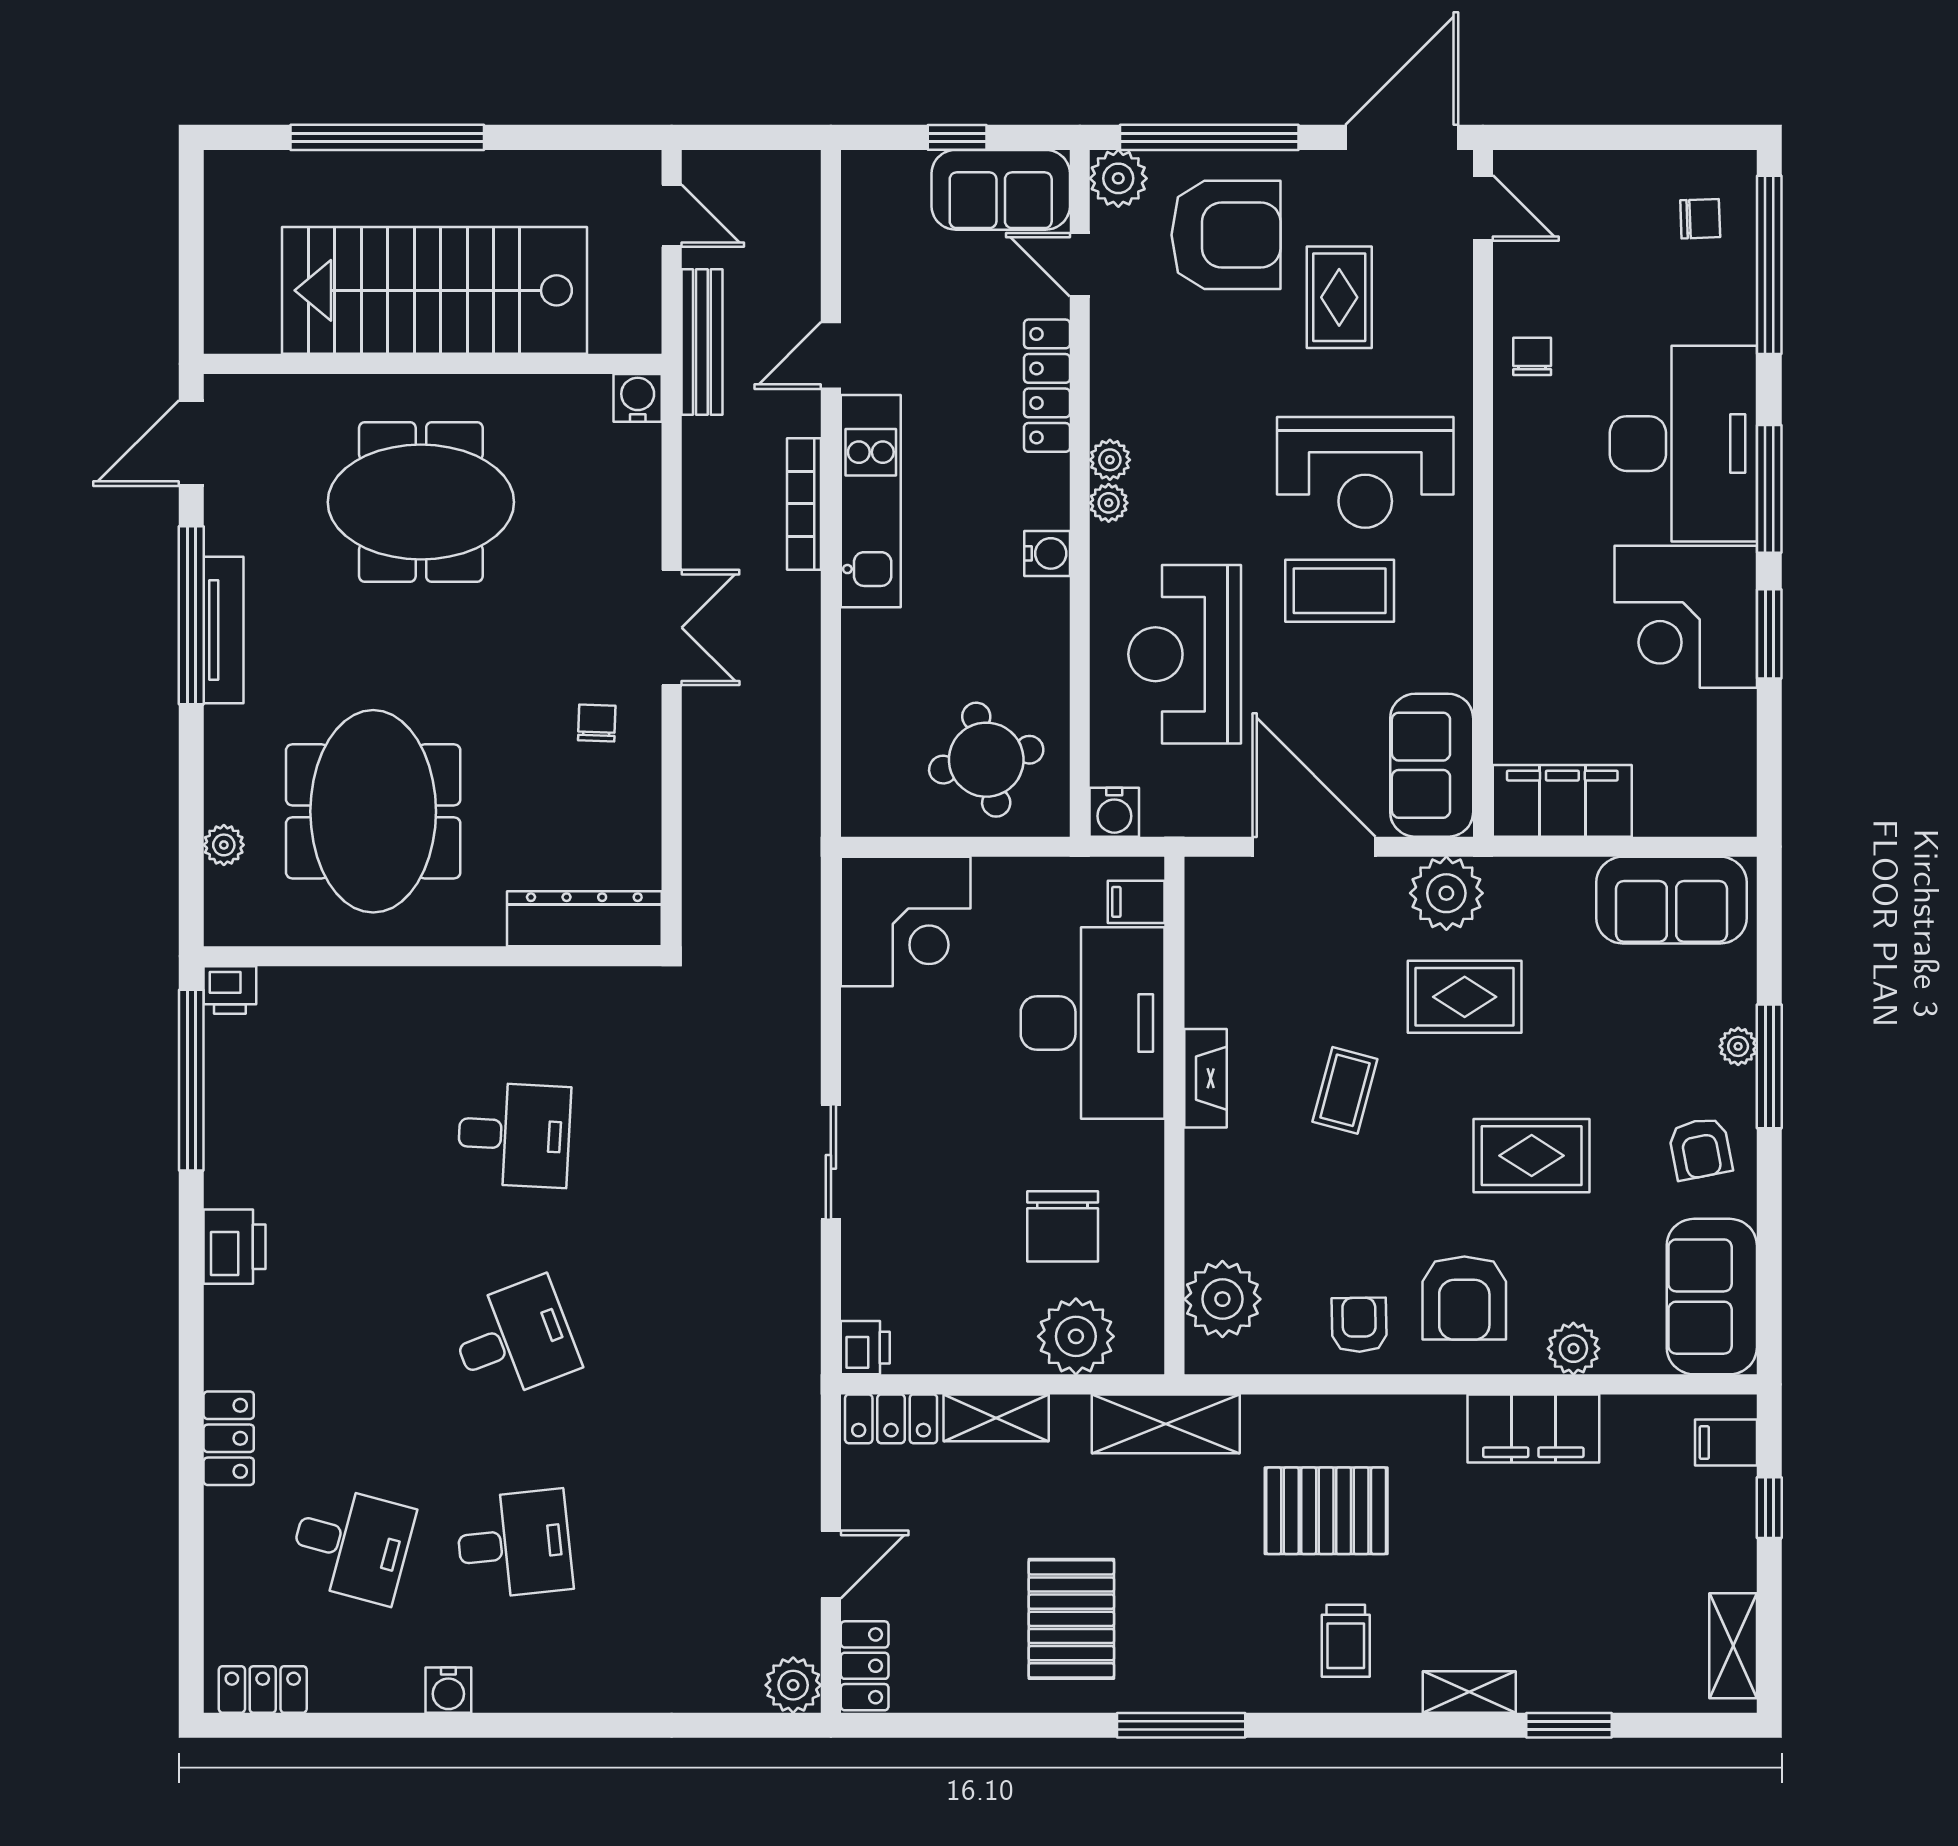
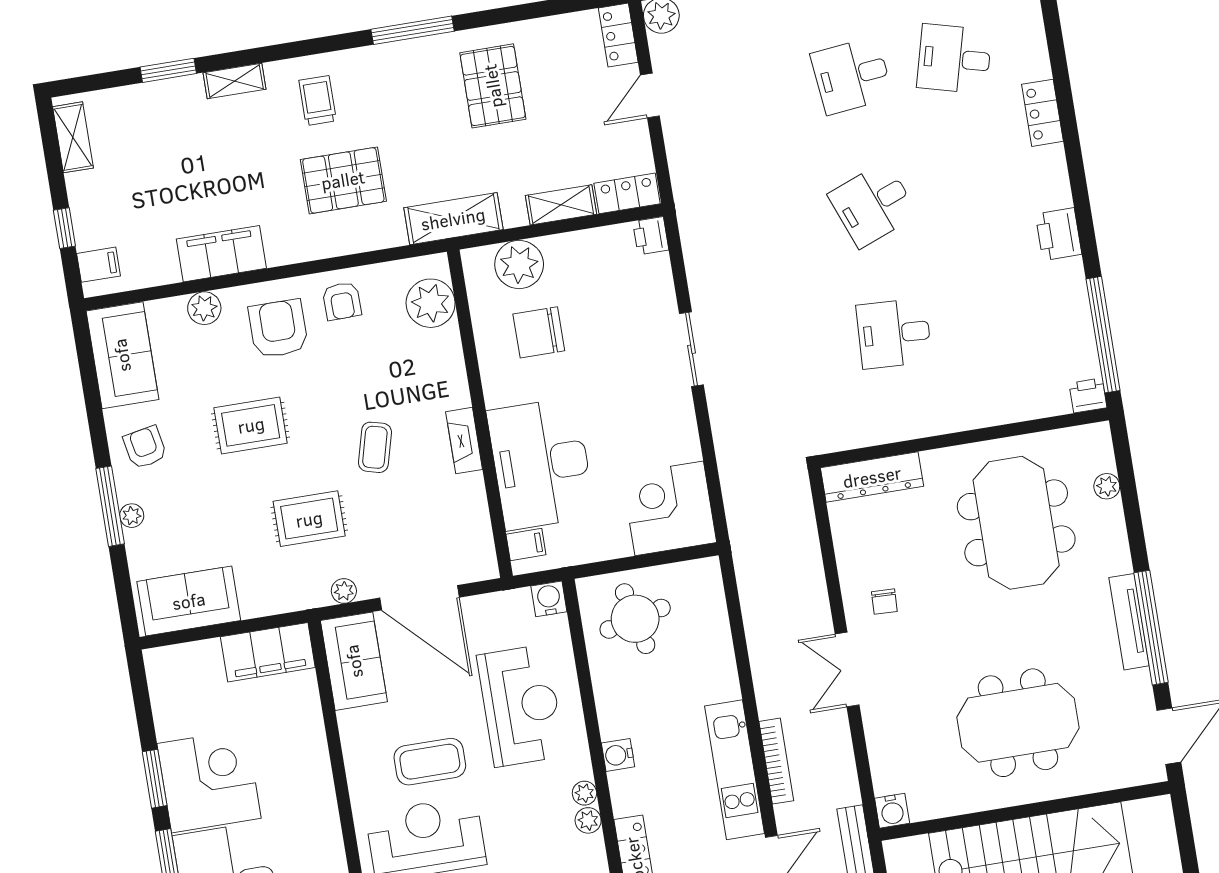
plant: (1446, 893) -> (344, 591), width x0.53, depth x0.53
chair: (1063, 1226) -> (539, 332), turned -90

